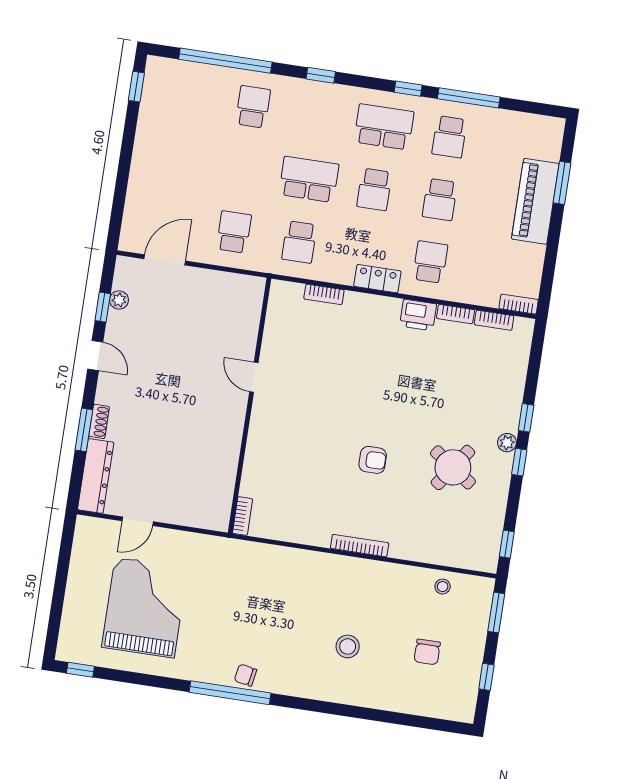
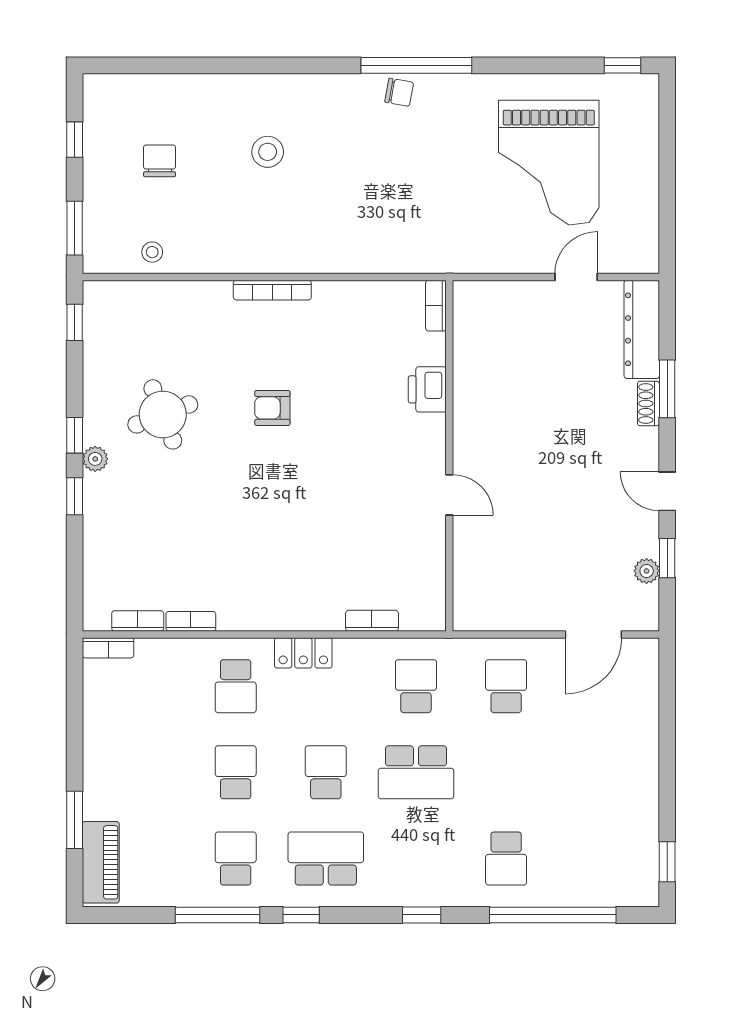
school desk: (384, 127) -> (326, 859), turned 180
piano: (535, 201) -> (101, 862), moved, width x0.73, depth x0.75
school desk: (234, 232) -> (506, 686), turned 180
printer: (418, 315) -> (427, 389), moved, turned -90
round table: (453, 467) -> (163, 414), turned 34

